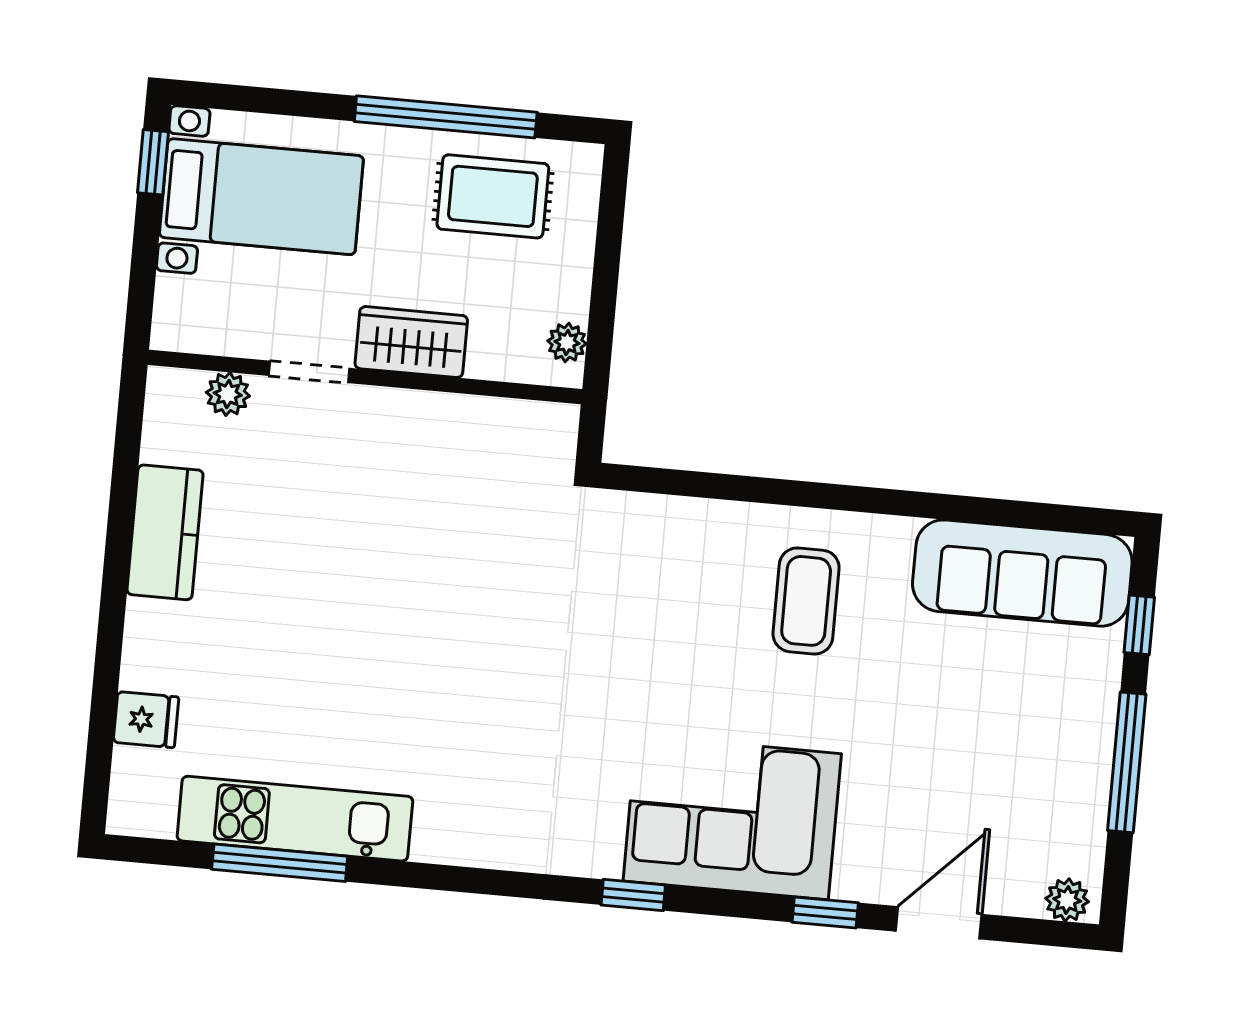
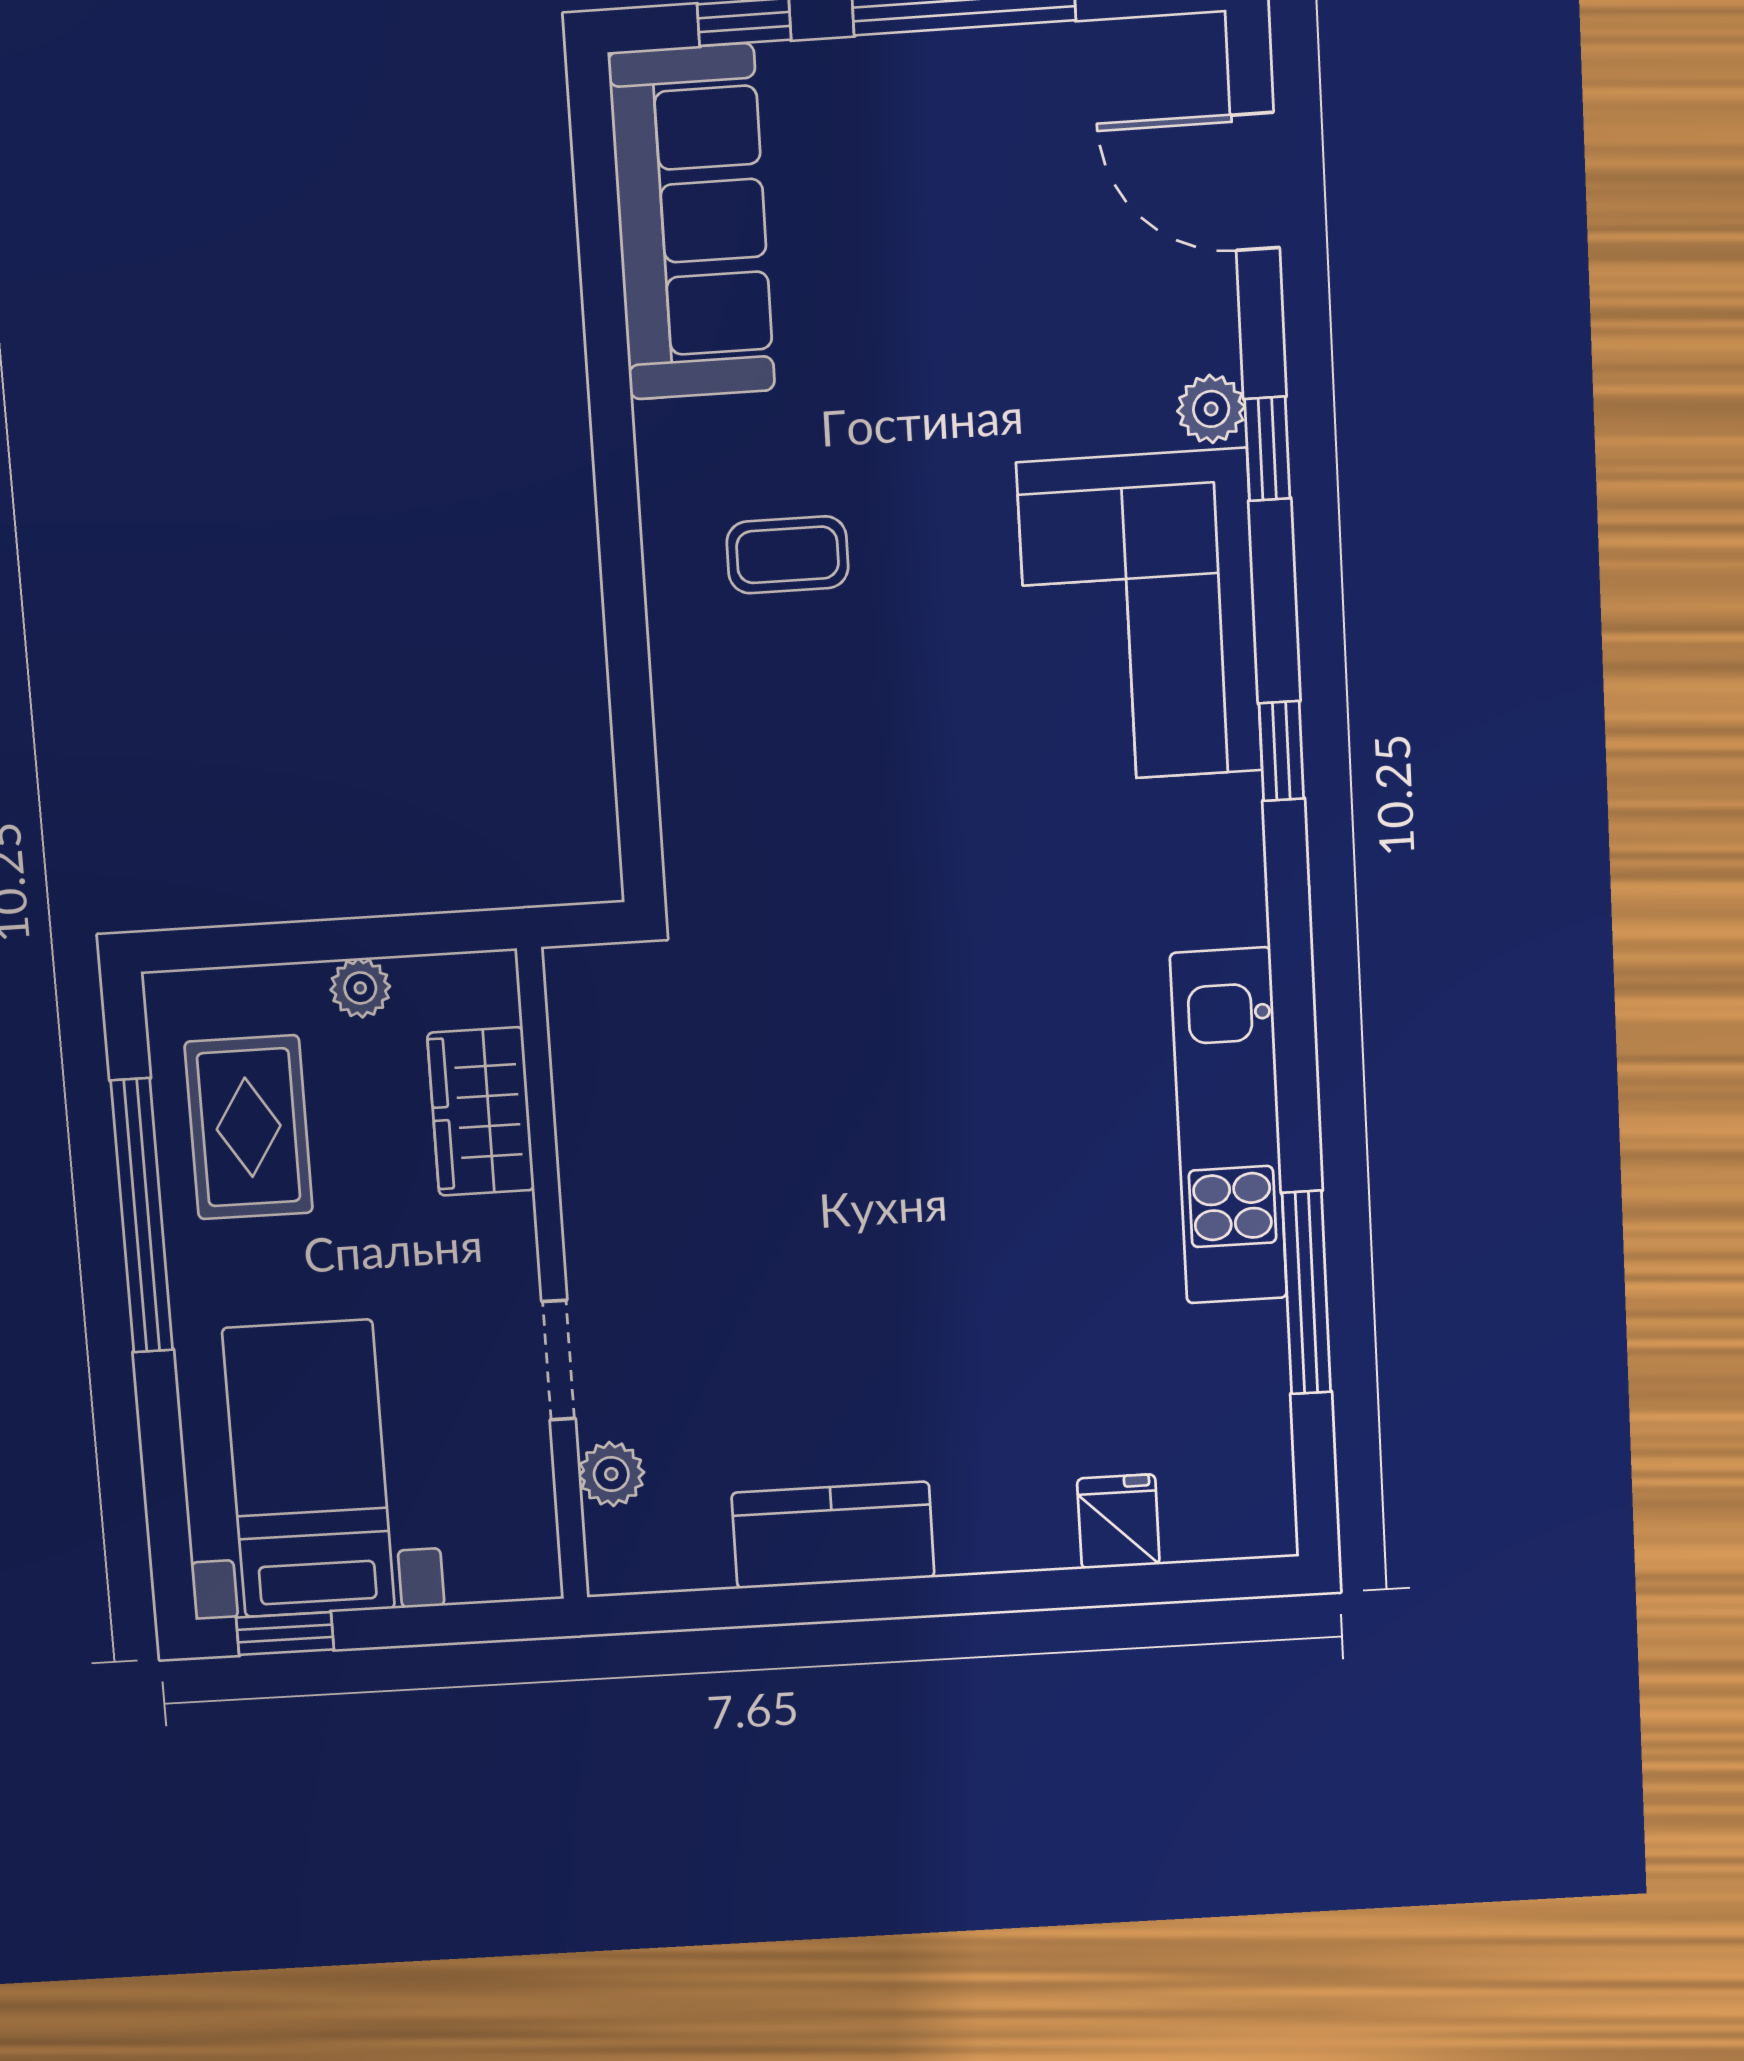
wardrobe: (411, 342) -> (481, 1111), moved
plant: (567, 342) -> (360, 988), moved
coffee table: (806, 601) -> (787, 555), width x0.73, depth x0.77
kitchen unit: (295, 819) -> (1229, 1126), moved
plant: (1067, 900) -> (1211, 409), moved
door: (939, 923) -> (1255, 181), moved

